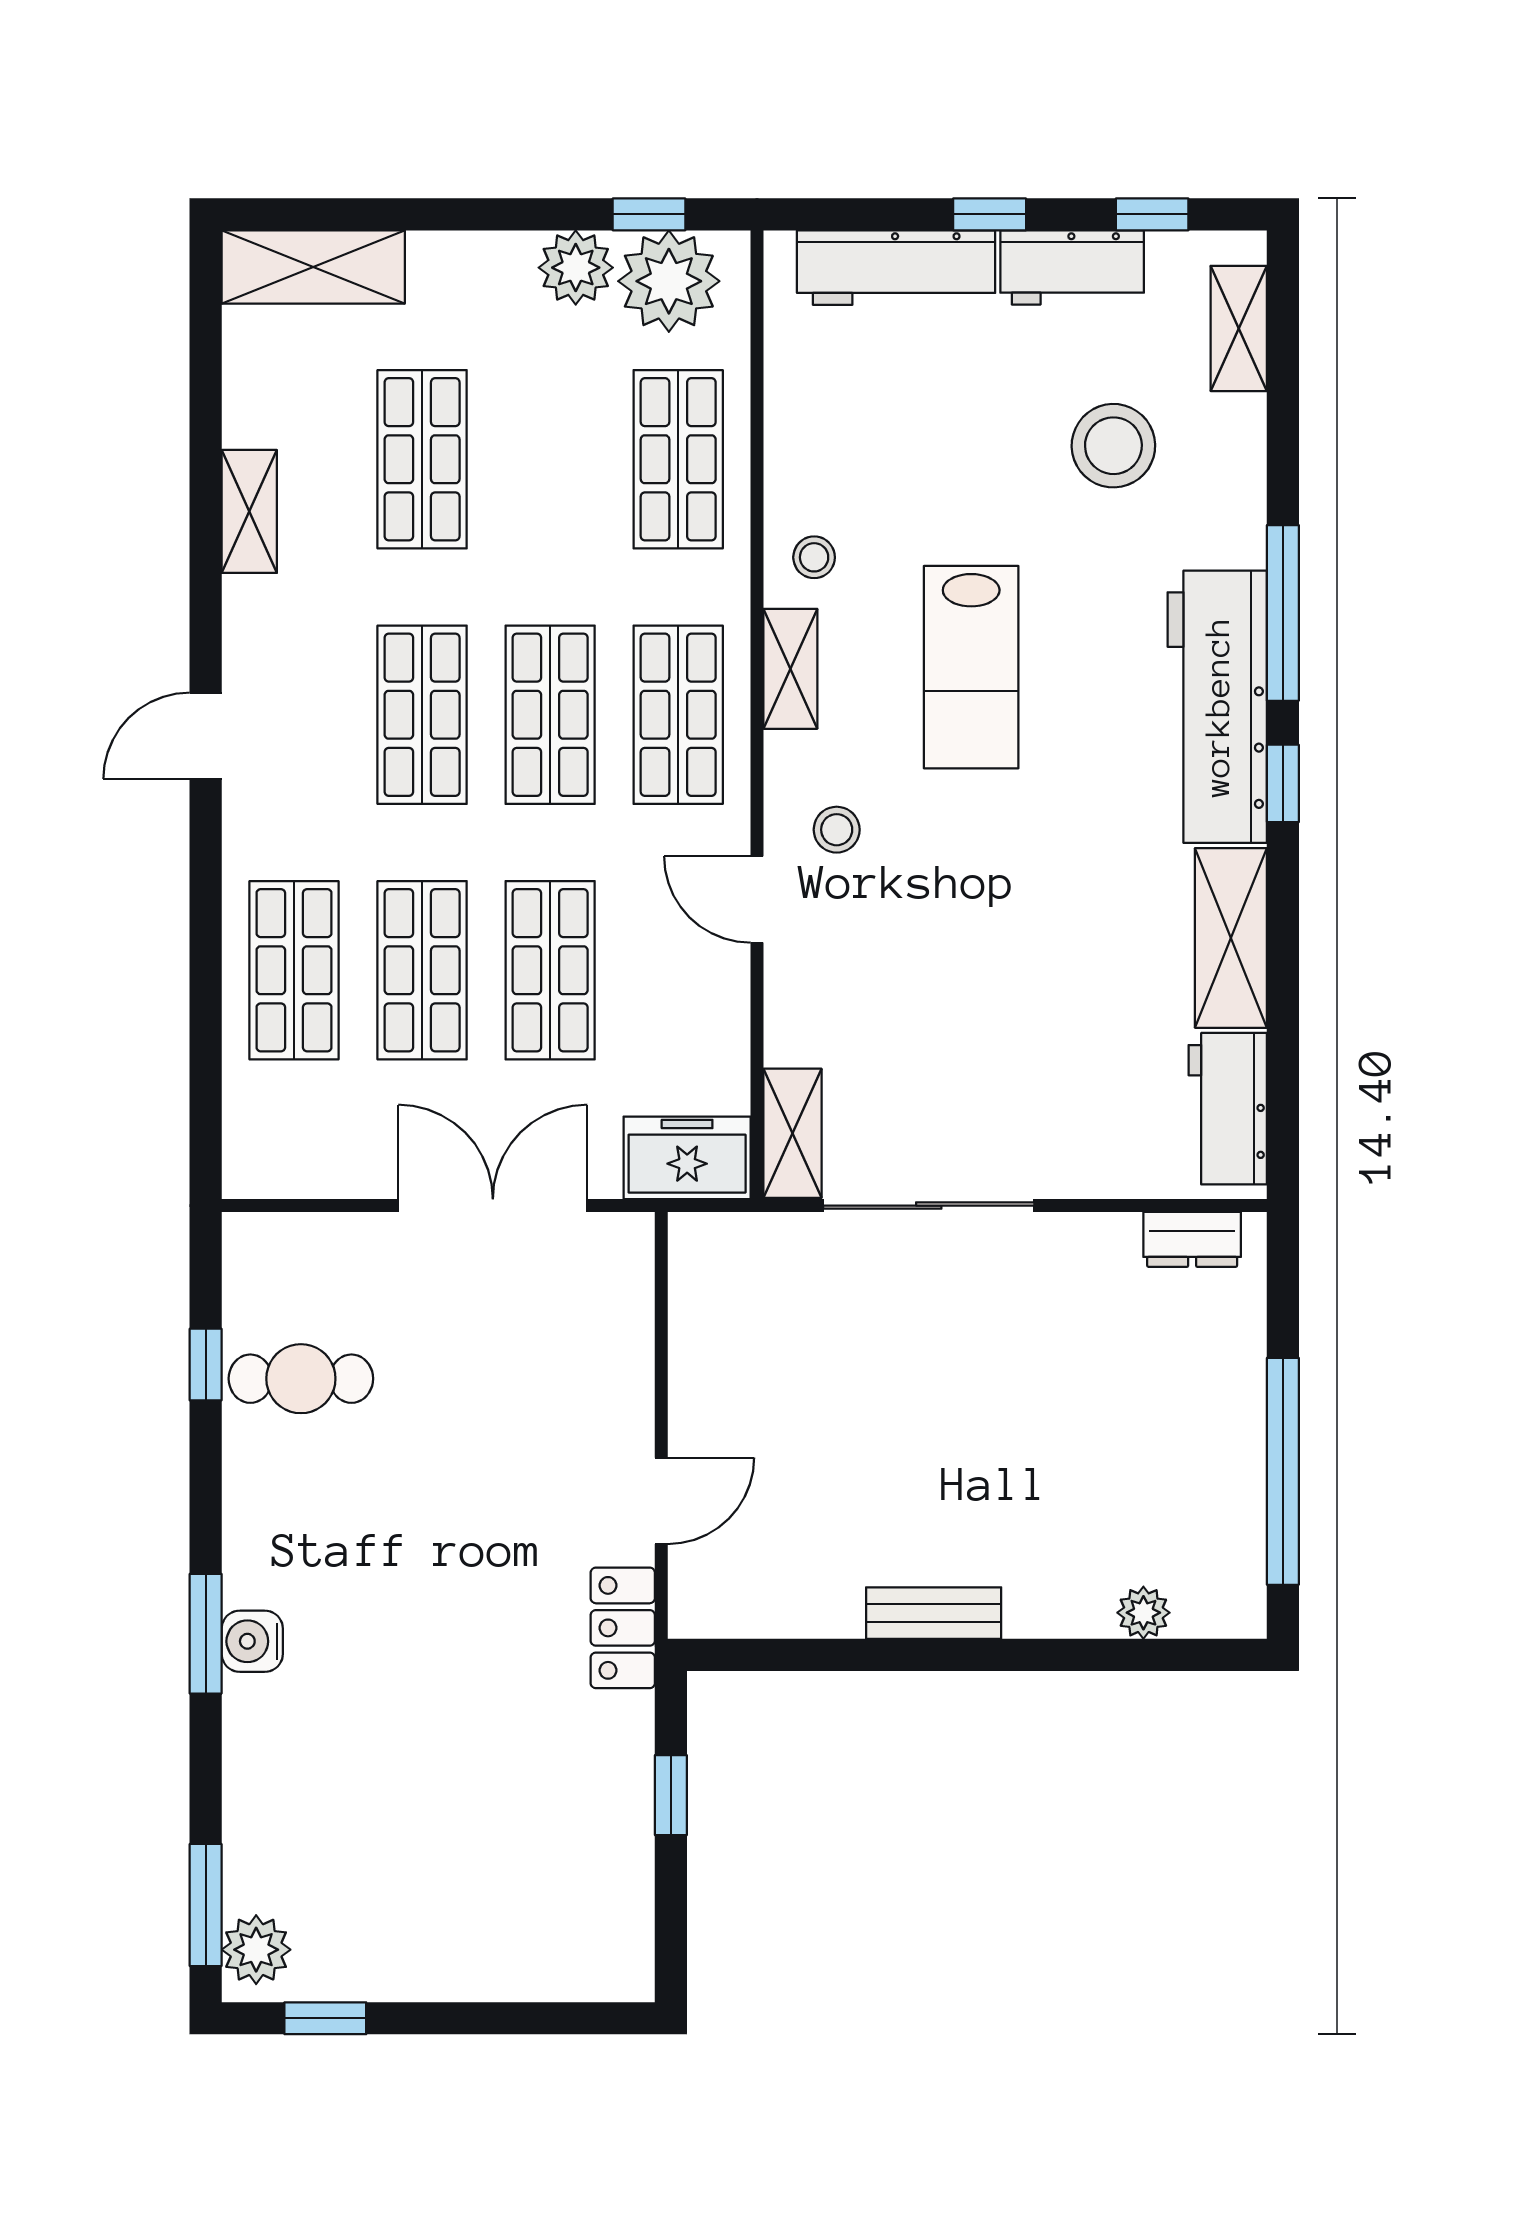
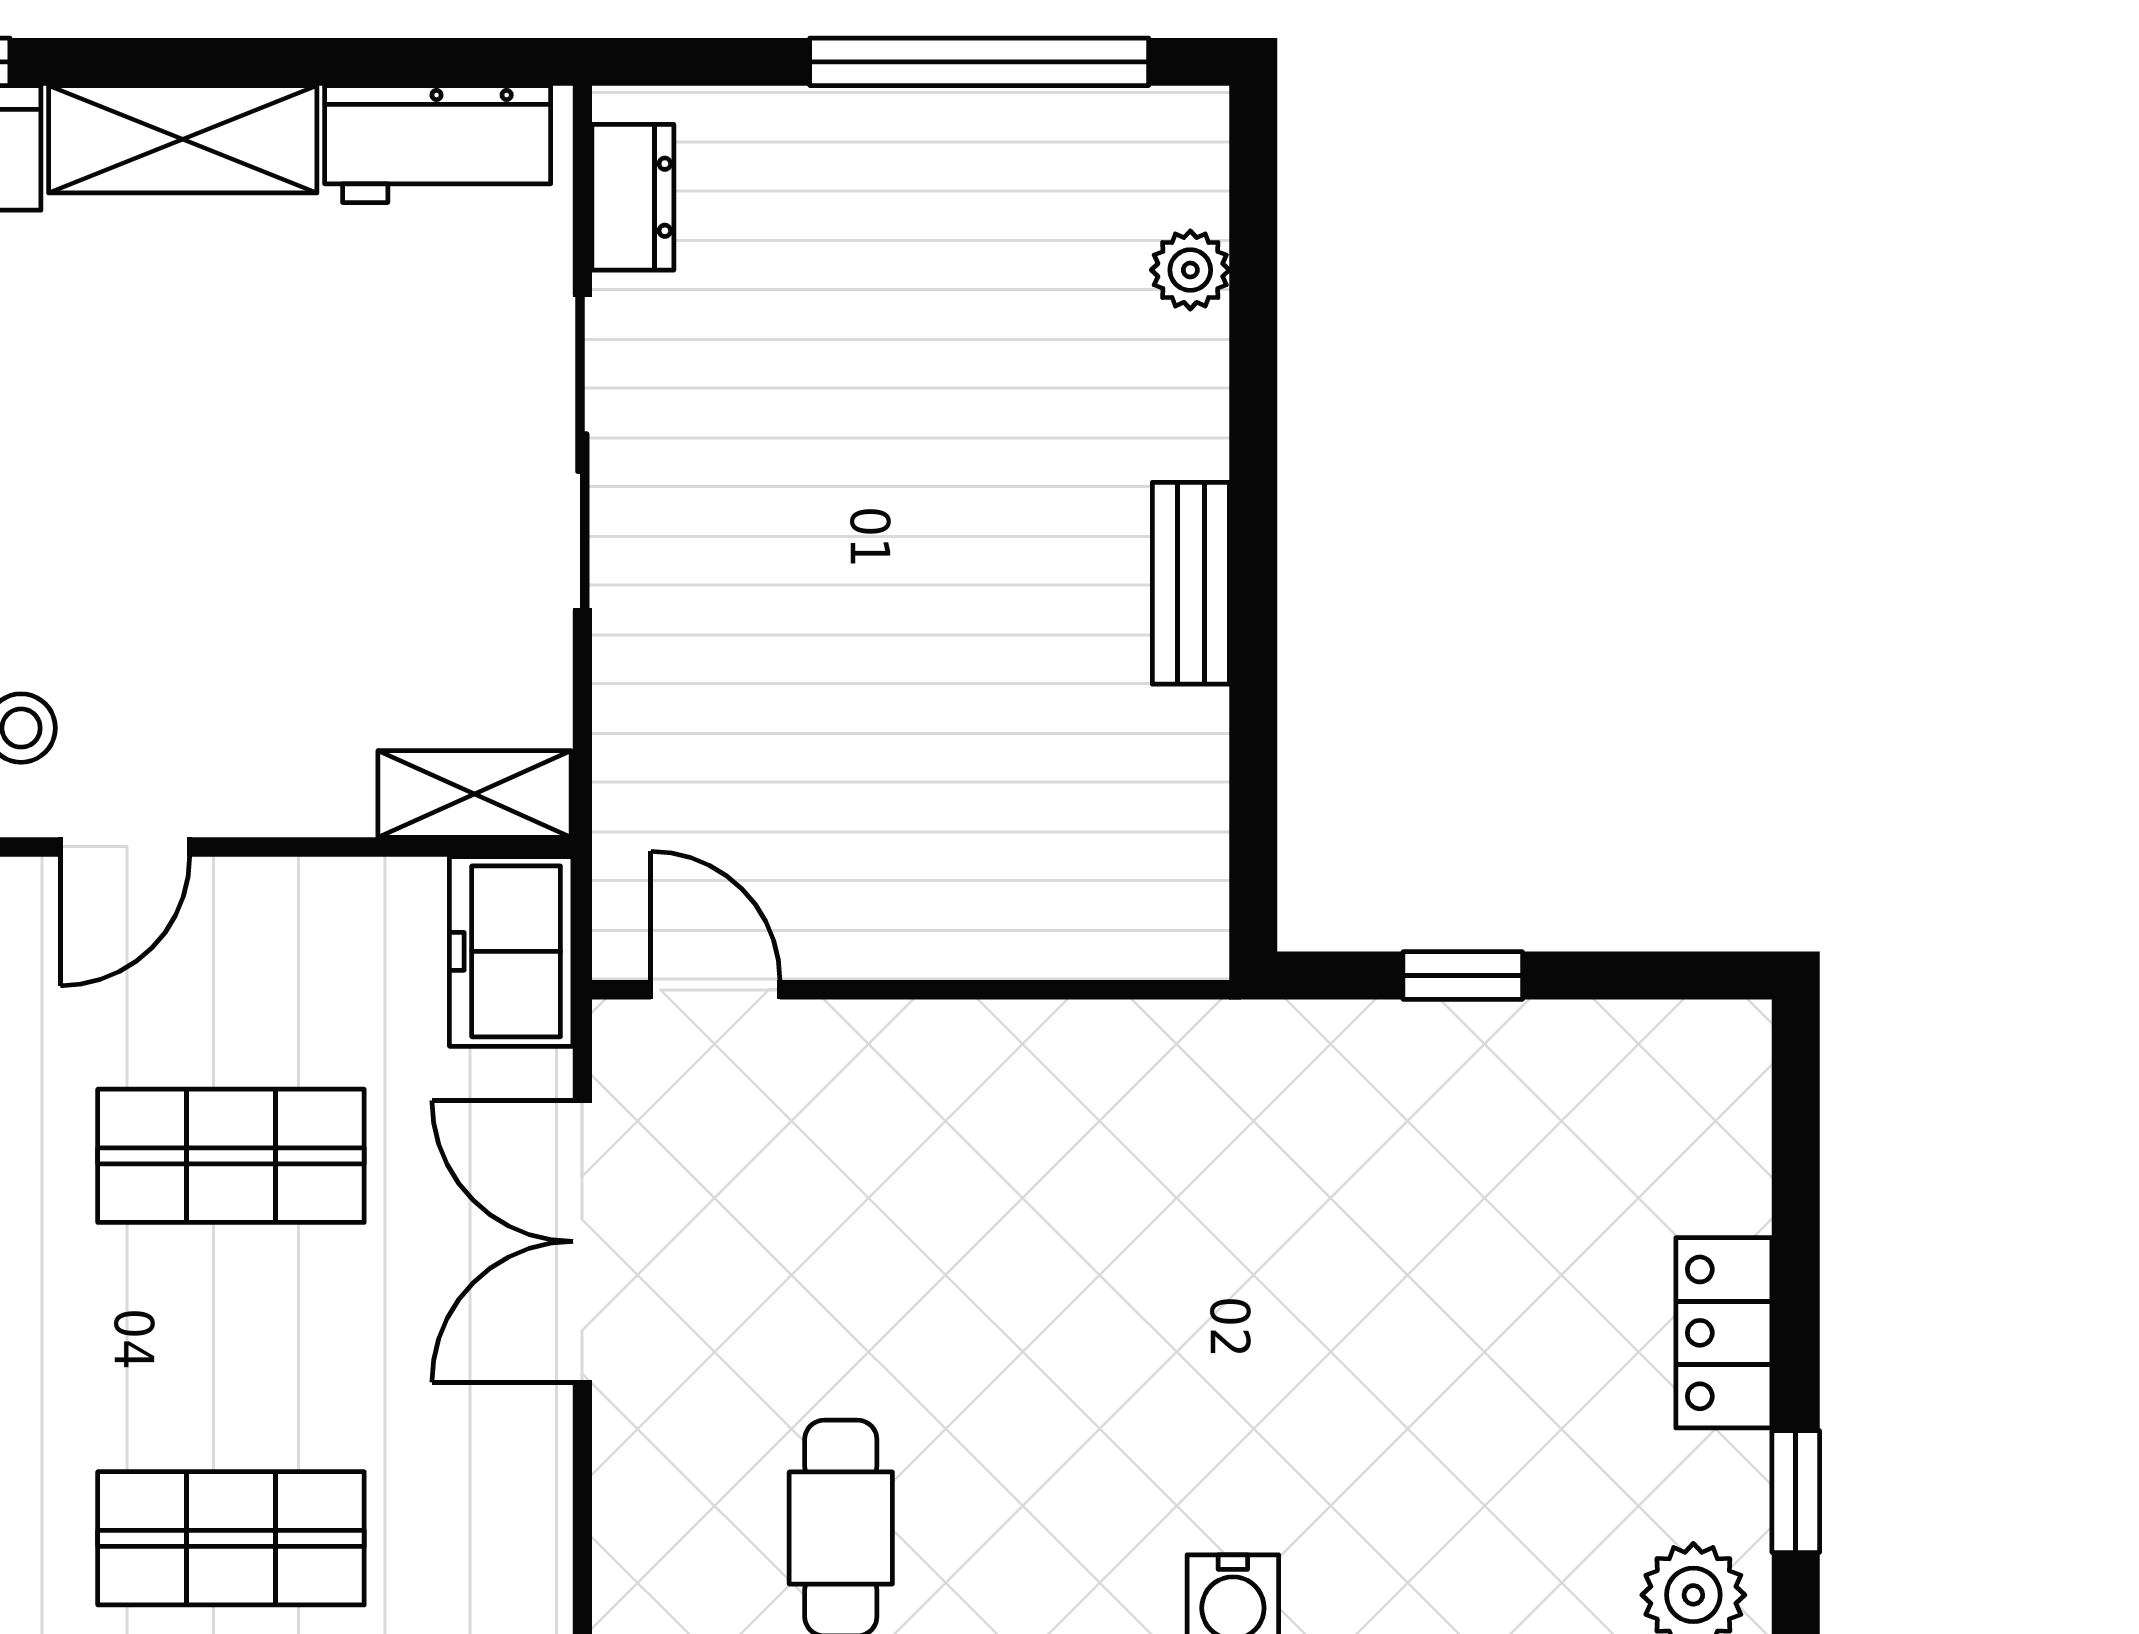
shop shelf: (422, 970) -> (231, 1347), removed
sliding door: (929, 1206) -> (582, 453), moved
door: (661, 1501) -> (715, 990), moved
locker: (623, 1628) -> (1724, 1333), moved, turned 90

